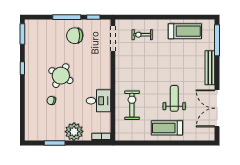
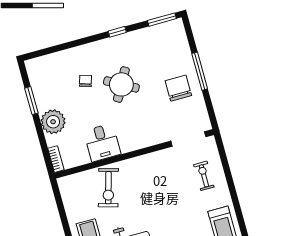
window: (93, 17) -> (209, 106), removed
exercise bike: (132, 105) -> (108, 188), turned 106

